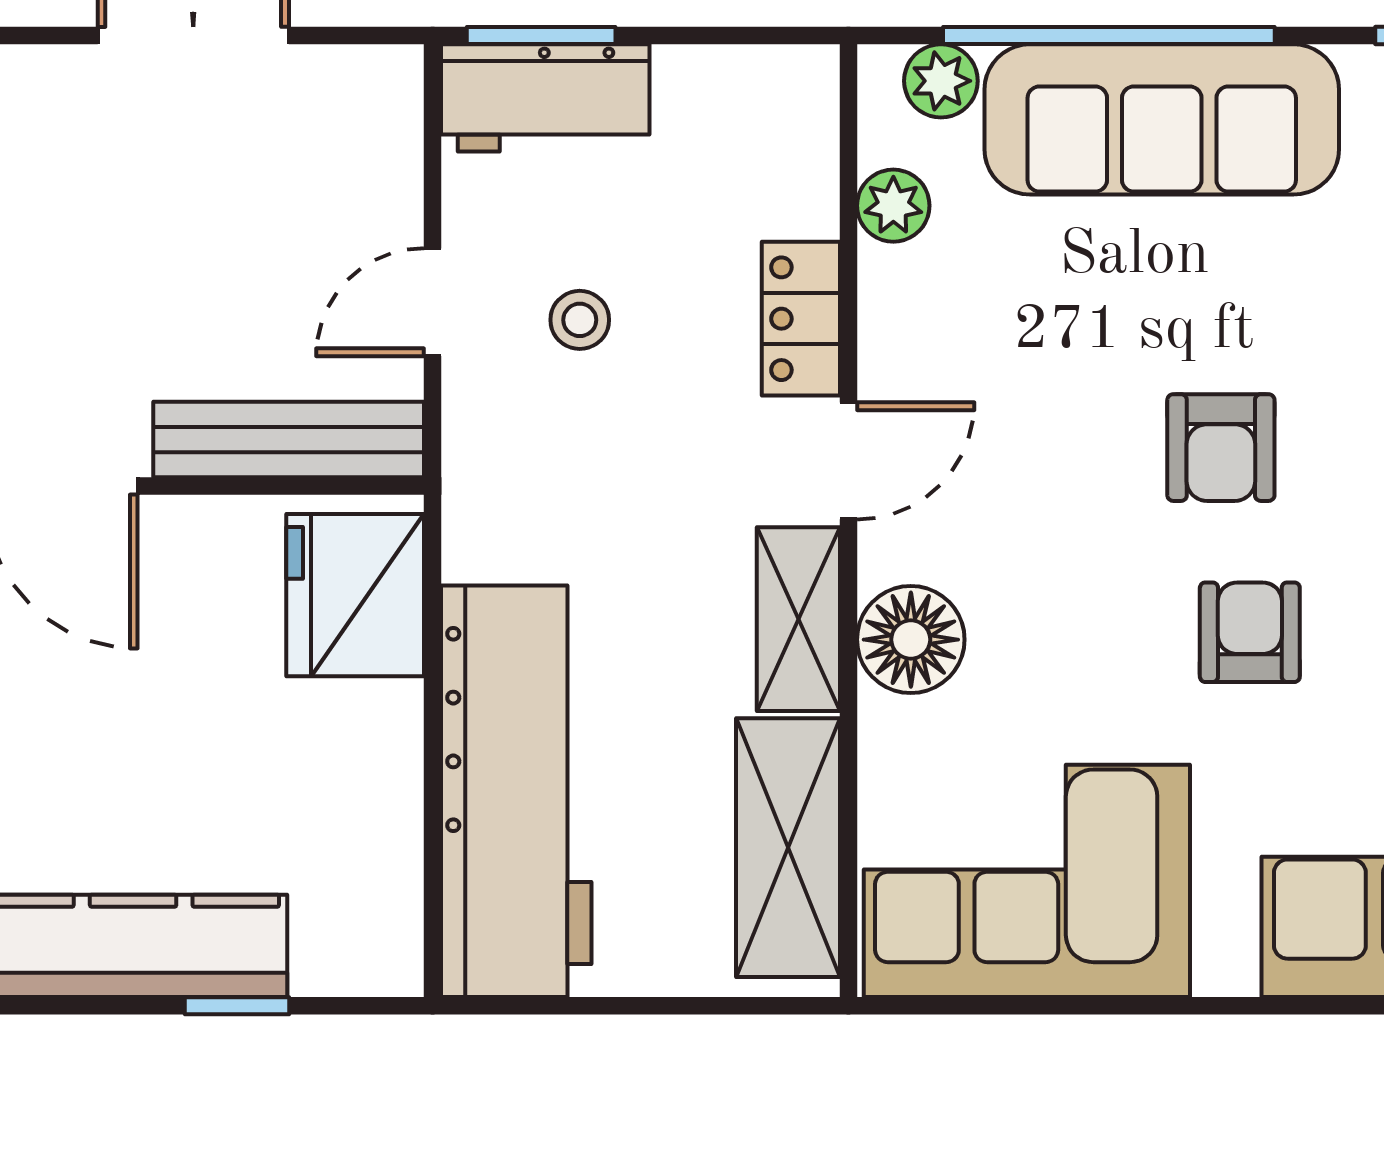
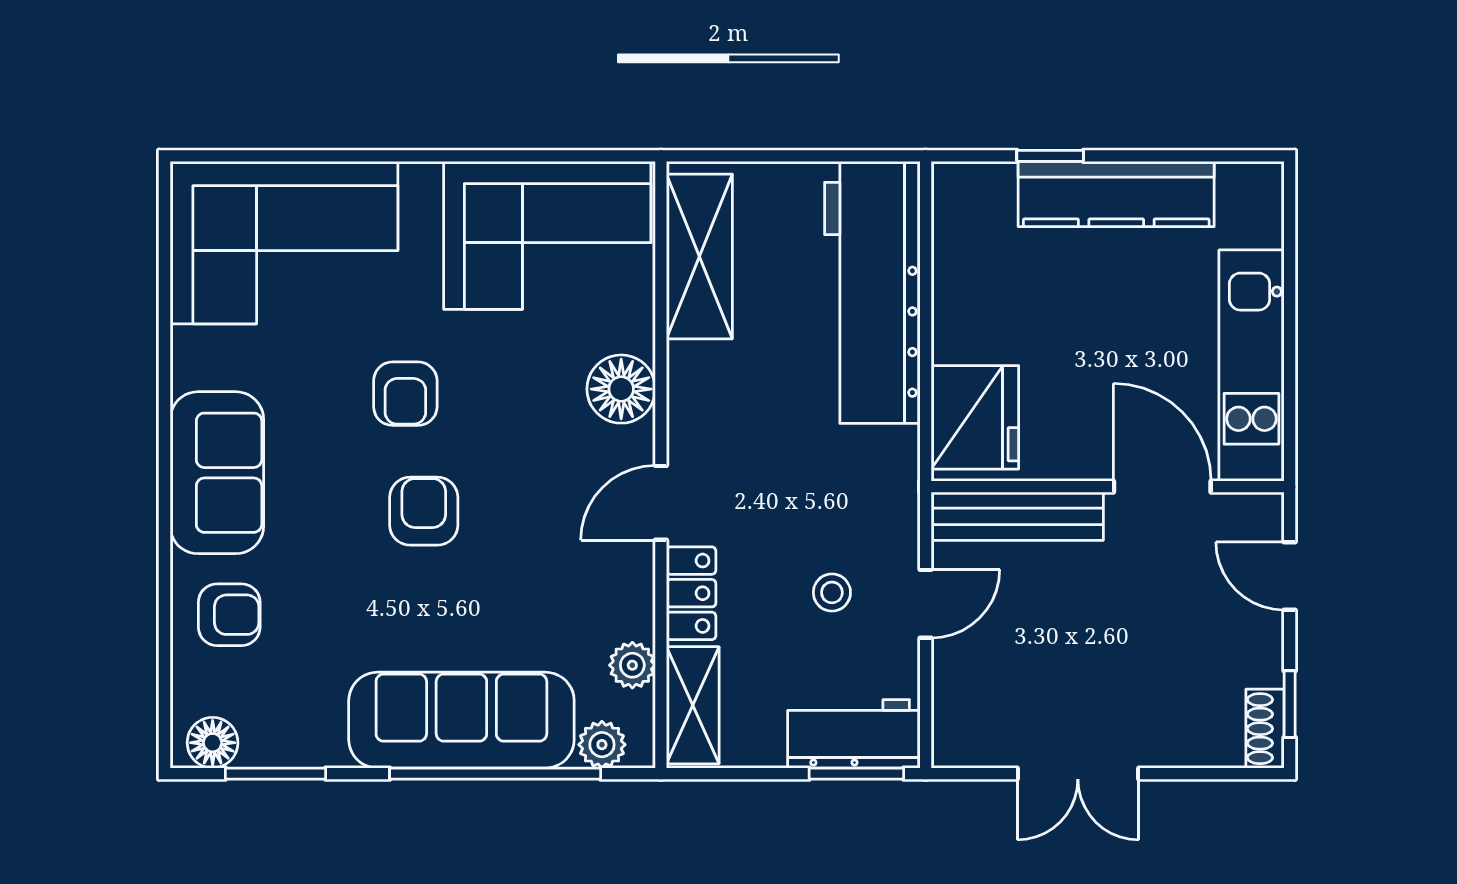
shelving: (798, 619) -> (693, 705), moved

